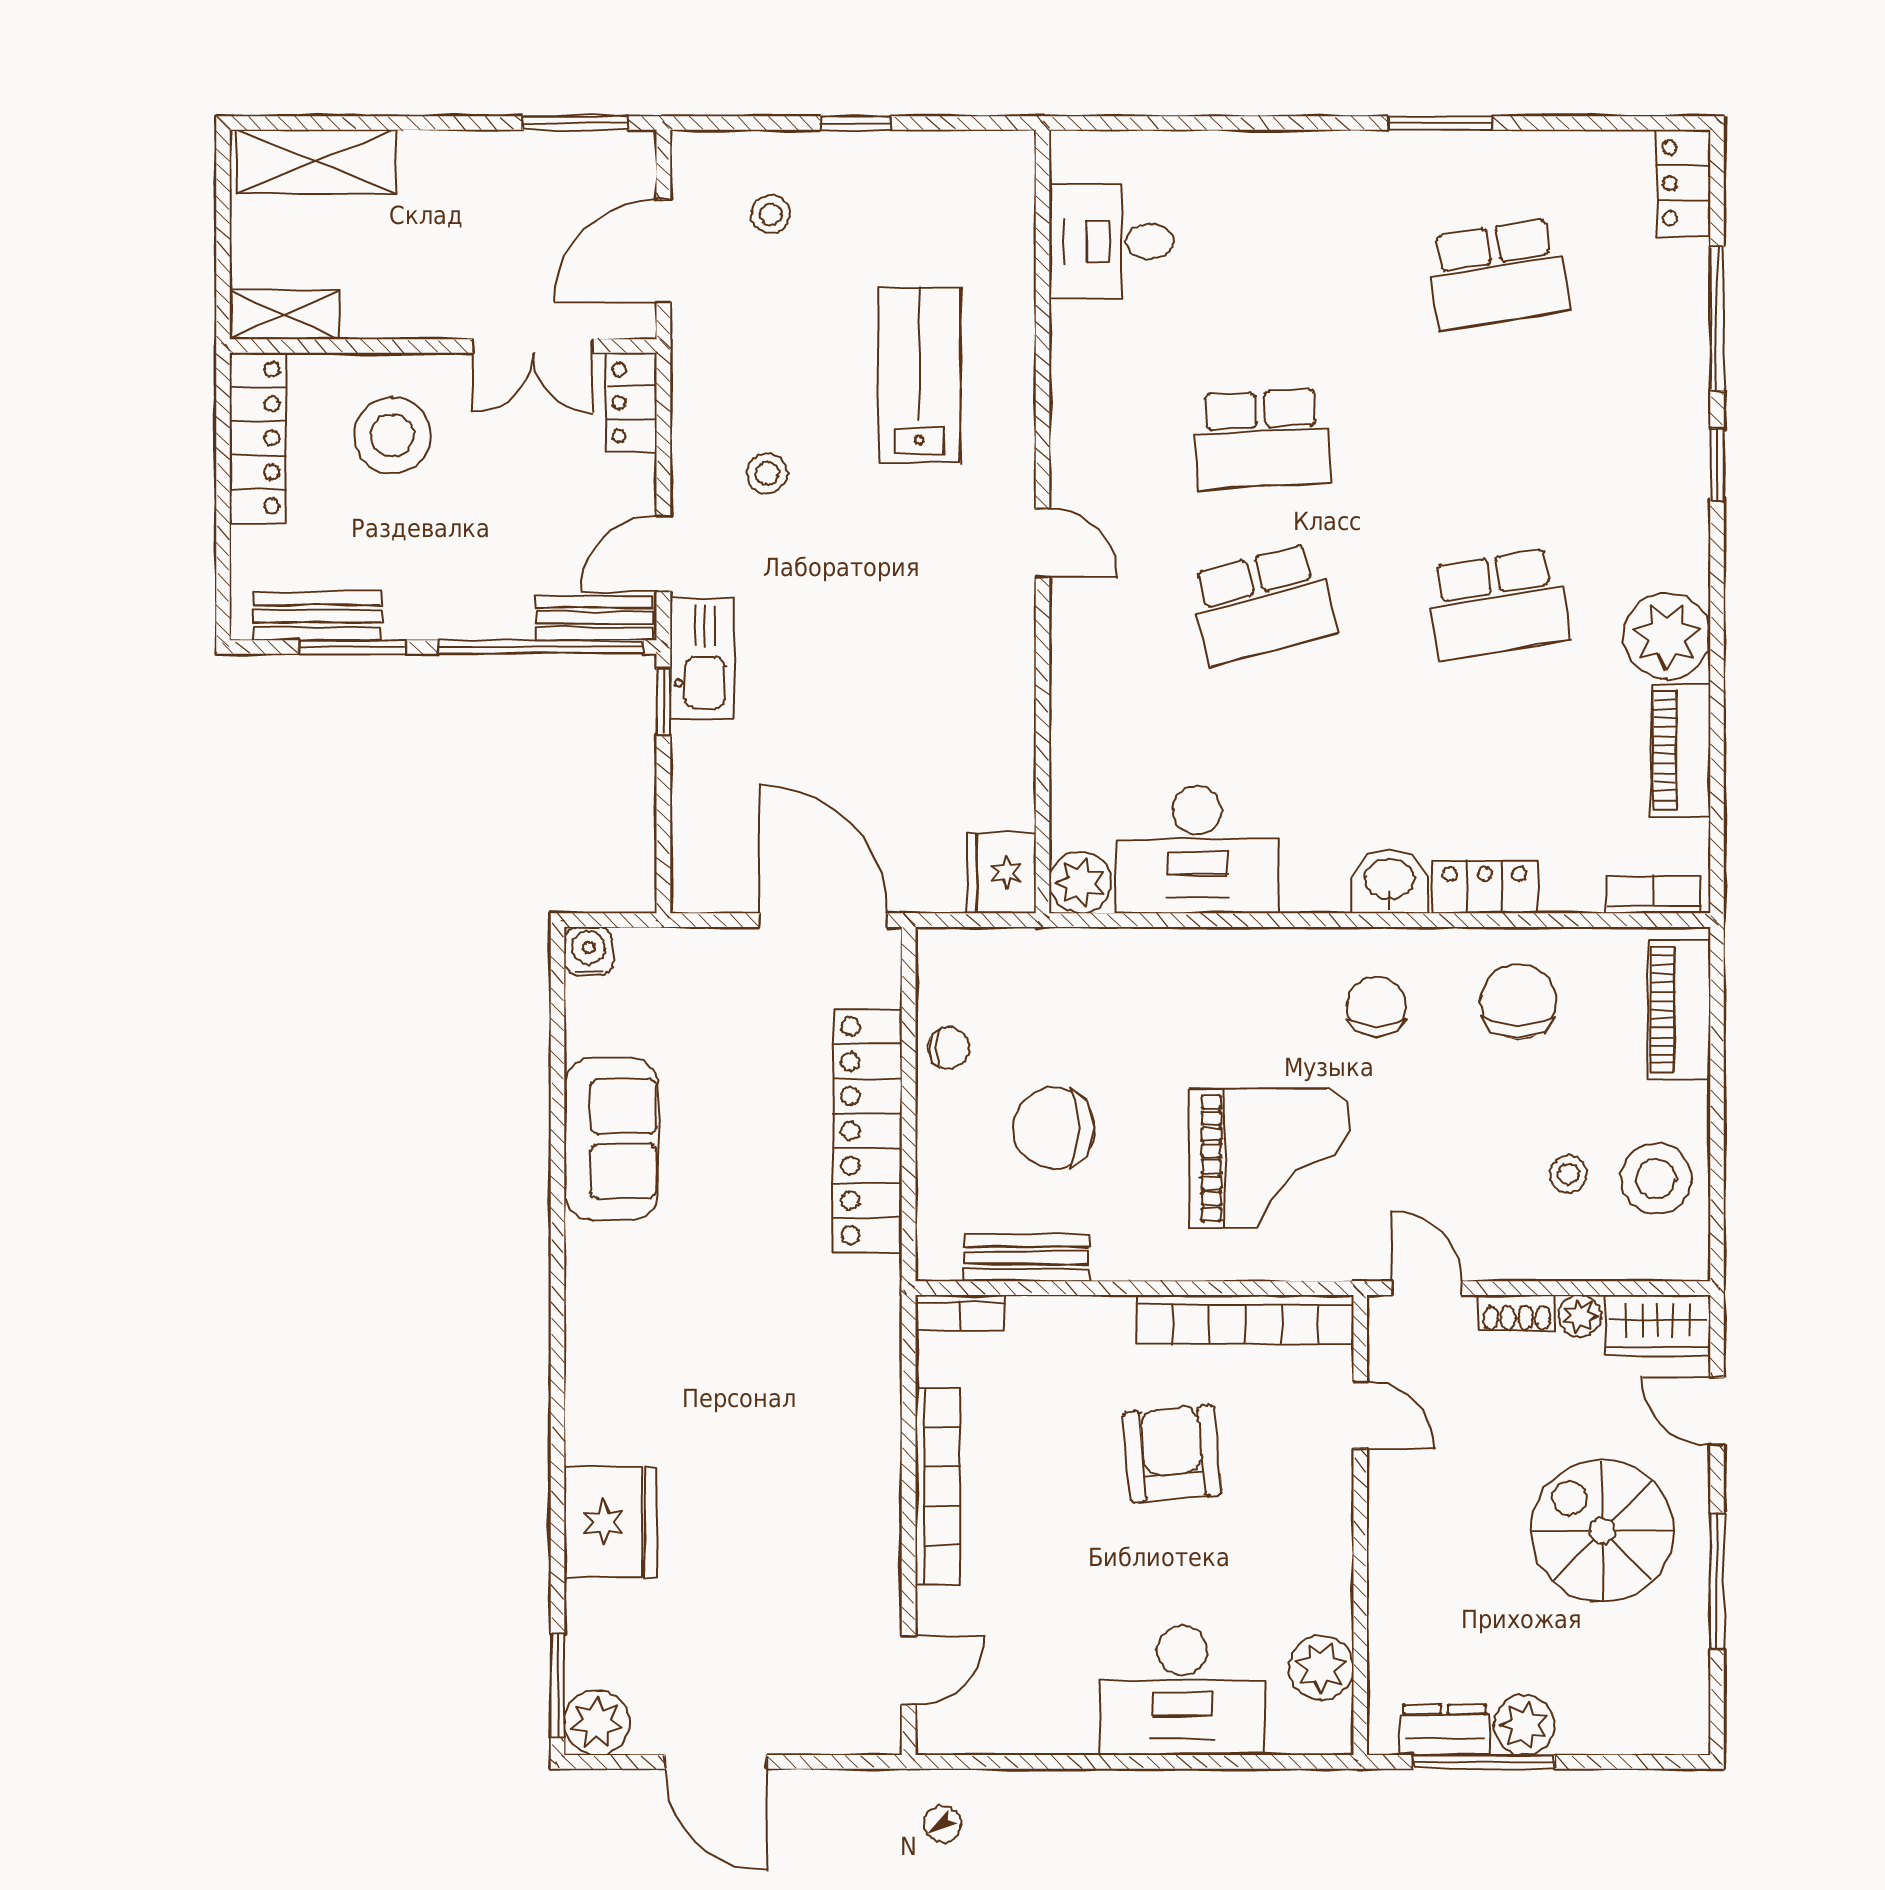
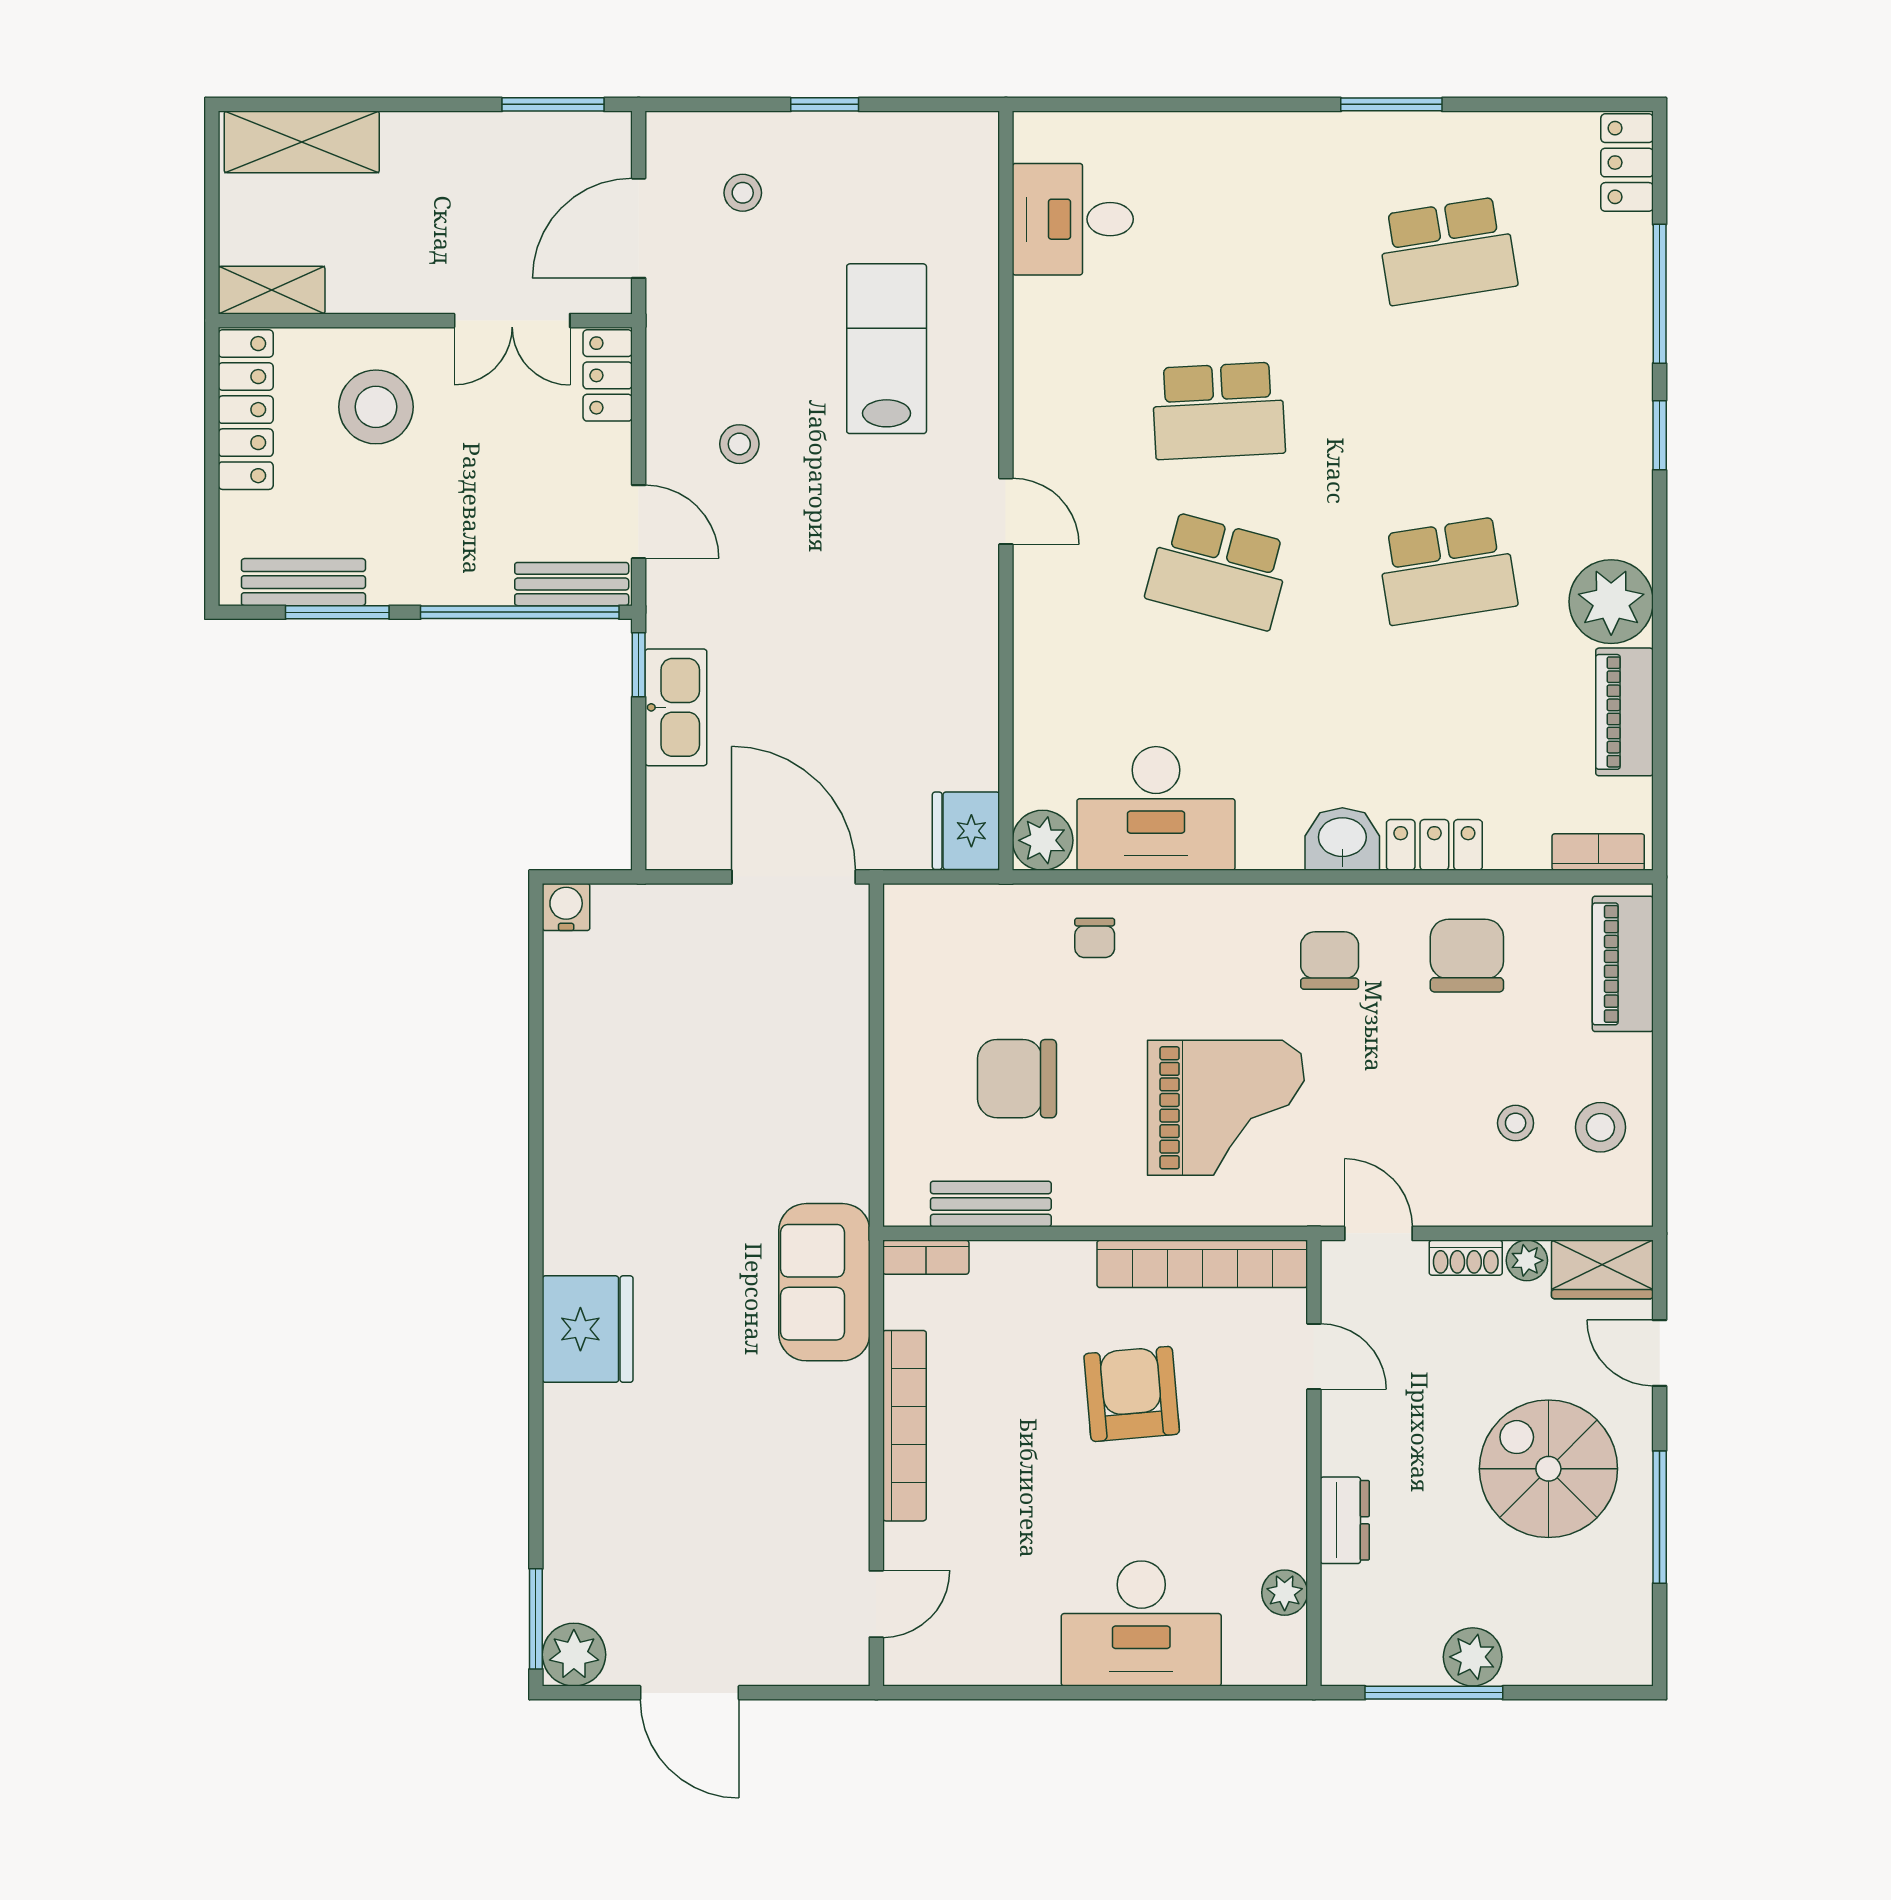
door: (663, 554) -> (639, 522), swing flipped
school desk: (1262, 604) -> (1218, 571), turned 30
kitchen sink: (702, 659) -> (676, 707), moved
chair: (949, 1048) -> (1095, 938), moved, turned 90
locker: (868, 1131) -> (836, 1081), removed
sofa: (611, 1139) -> (824, 1282), moved, turned 180
stool: (1656, 1179) -> (1600, 1127), width x0.73, depth x0.73
fridge: (611, 1522) -> (588, 1329), moved
plant: (1321, 1667) -> (1285, 1593), width x0.73, depth x0.73
dresser: (1445, 1730) -> (1345, 1520), moved, turned 90

